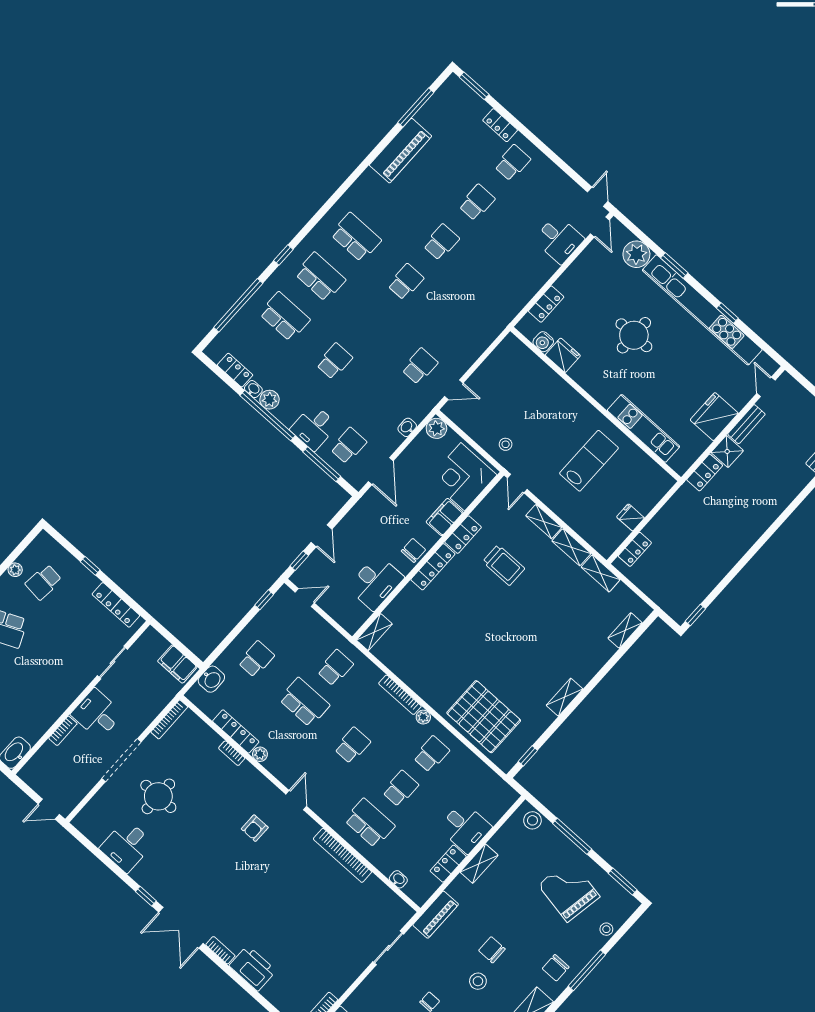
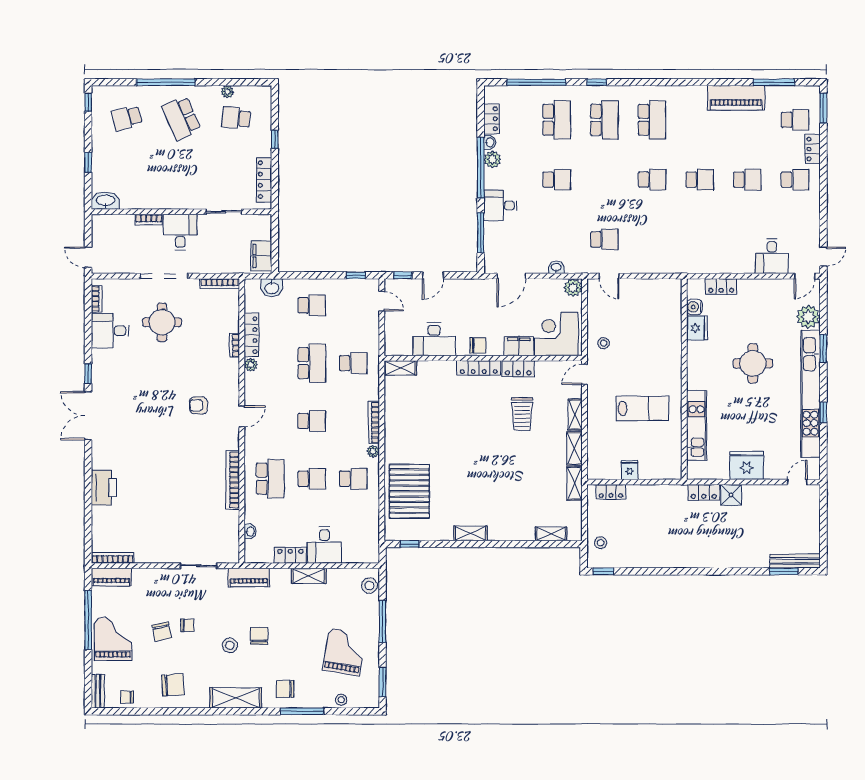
bench: (746, 424) -> (761, 491), removed
school desk: (349, 446) -> (795, 120), moved
stool: (669, 596) -> (601, 543), added
bookcase: (220, 950) -> (97, 299), moved

